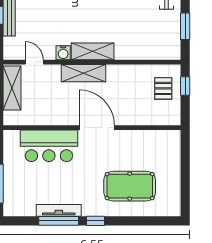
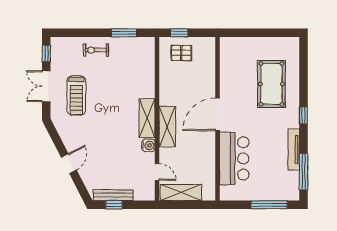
door: (34, 62) -> (157, 172), swing flipped
window: (59, 221) -> (303, 172), moved

